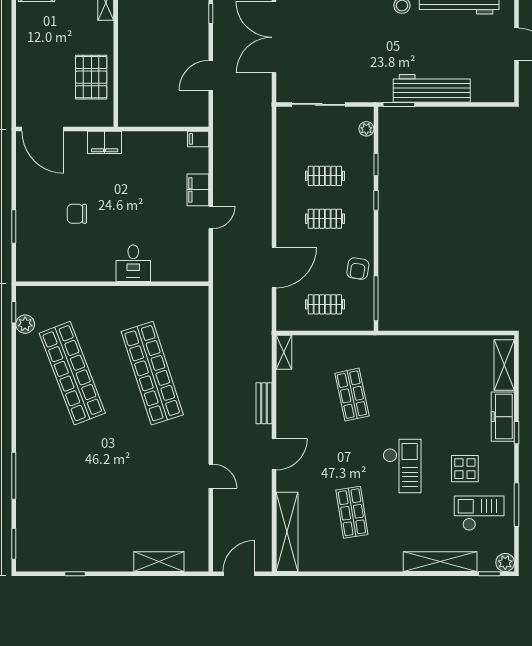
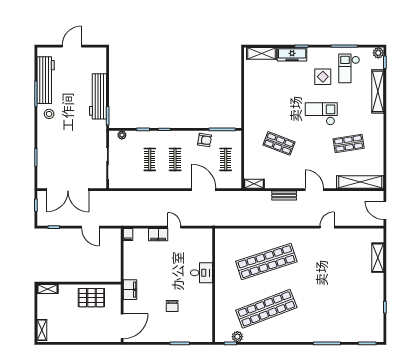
shop shelf: (352, 395) -> (279, 143), turned 33

